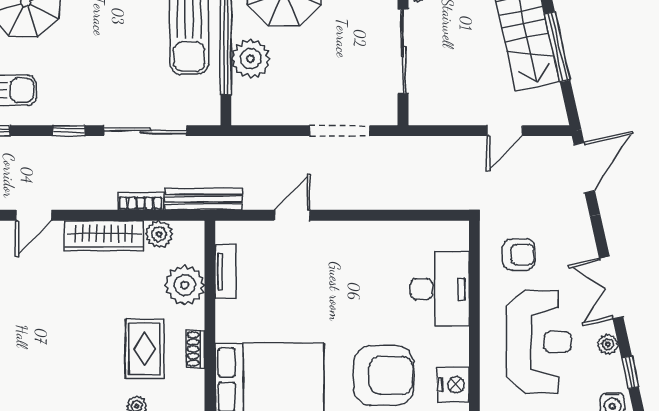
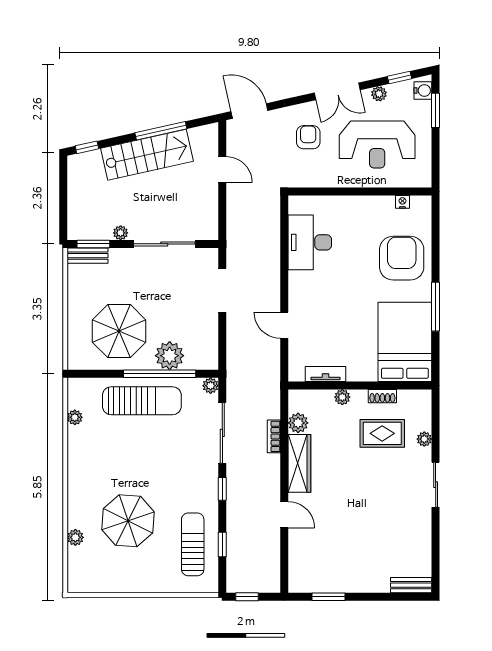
plant: (210, 115) -> (211, 386), added
bench: (204, 199) -> (273, 390), removed
armchair: (519, 254) -> (308, 137), moved
plant: (185, 285) -> (342, 397), width x0.53, depth x0.53
desk: (440, 289) -> (310, 242), moved, turned -90
reception desk: (539, 342) -> (377, 144), turned 180
nightstand: (453, 385) -> (402, 202), width x0.53, depth x0.56

